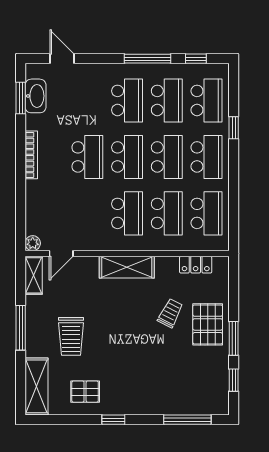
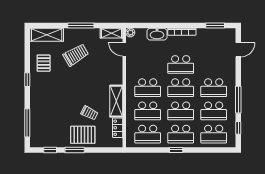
washbasin: (35, 96) -> (157, 34), moved
window: (234, 128) -> (176, 150), moved
shelving: (127, 267) -> (116, 101), moved
trolley: (71, 336) -> (76, 55), turned 149

